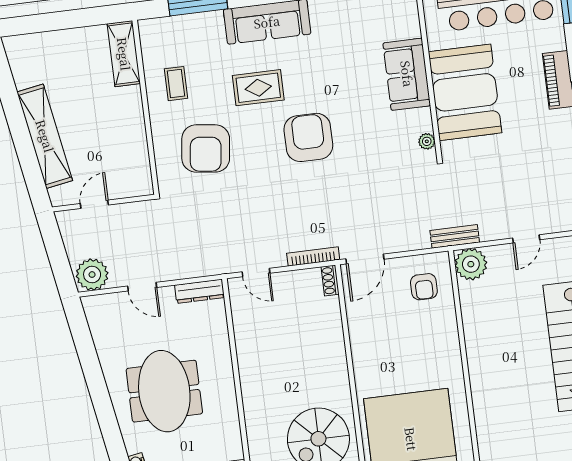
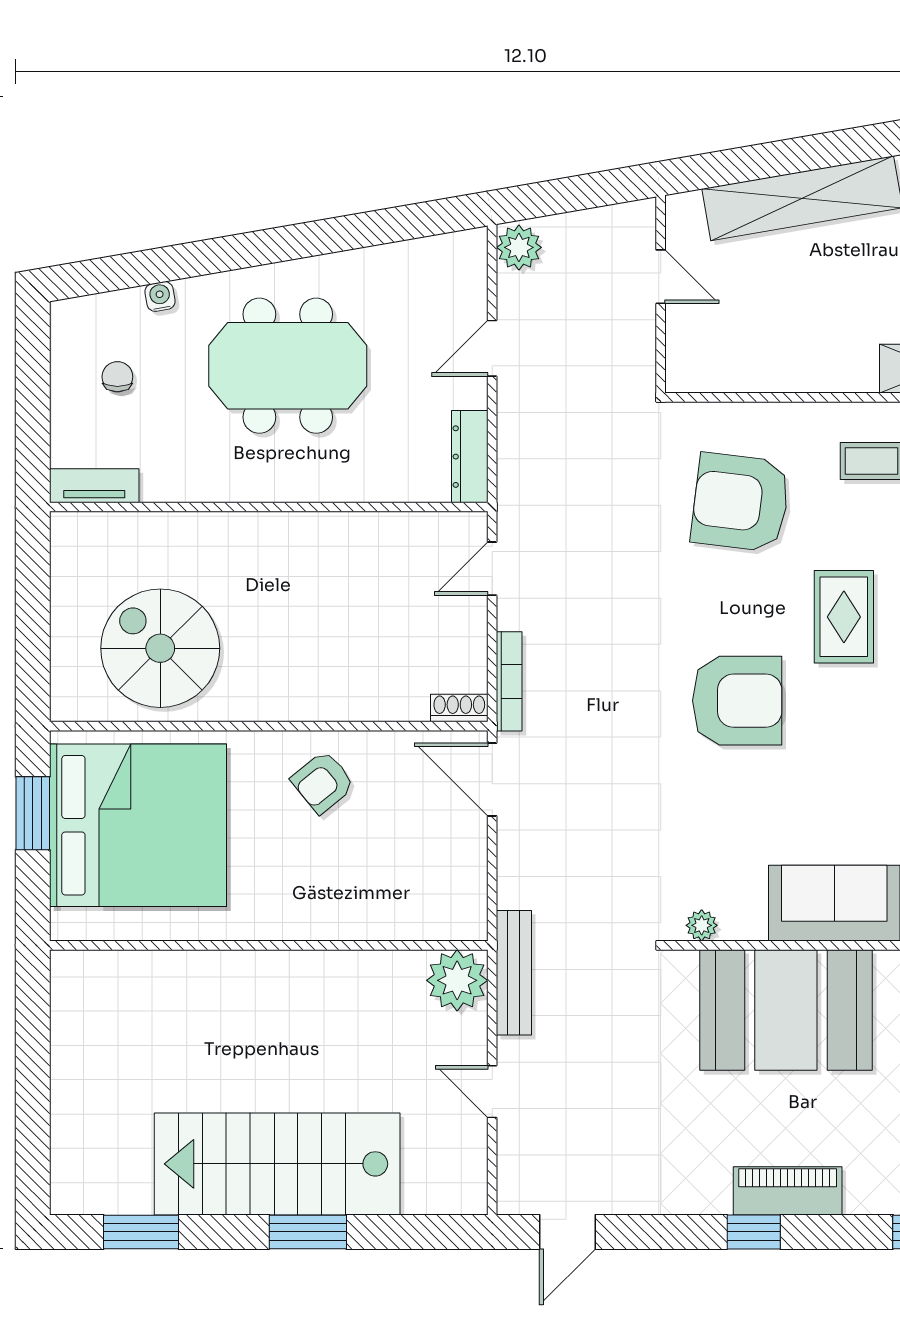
bench: (455, 236) -> (514, 973), width x1.36
plant: (92, 275) -> (519, 247), width x0.73, depth x0.73
armchair: (424, 287) -> (323, 782), moved, turned -39

